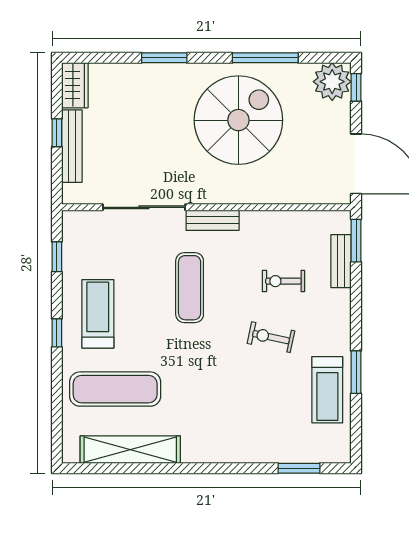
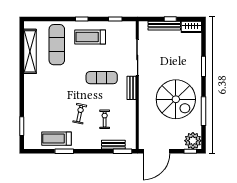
treadmill: (98, 314) -> (90, 37), turned 180

